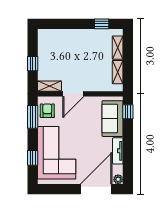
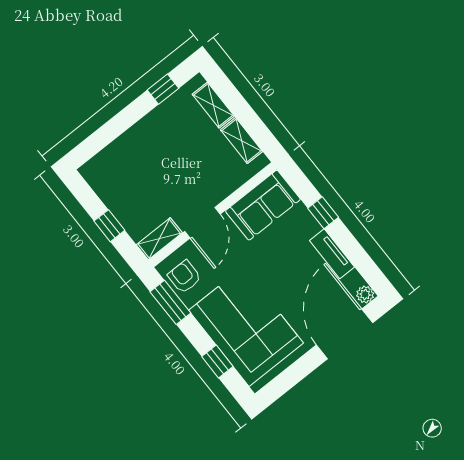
window: (128, 112) -> (323, 213), moved
sofa: (112, 119) -> (263, 205), moved, turned -90

